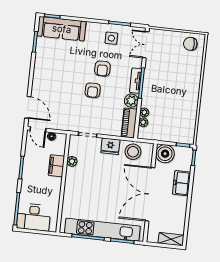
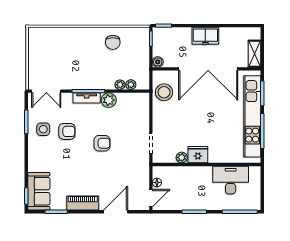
sofa: (62, 29) -> (39, 191), width x0.73
chair: (190, 44) -> (113, 42), moved
armchair: (102, 69) -> (67, 131), moved
door: (28, 107) -> (116, 212), moved
piano: (129, 123) -> (83, 203), moved, turned 180
fridge: (110, 146) -> (198, 155), moved, turned -90
boiler: (165, 154) -> (158, 62), width x0.54, depth x0.54
filing cabinet: (56, 166) -> (188, 174), removed
freezer: (182, 183) -> (205, 36), moved
desk: (34, 217) -> (231, 180), moved, turned -90
shelving: (171, 239) -> (255, 54), moved

